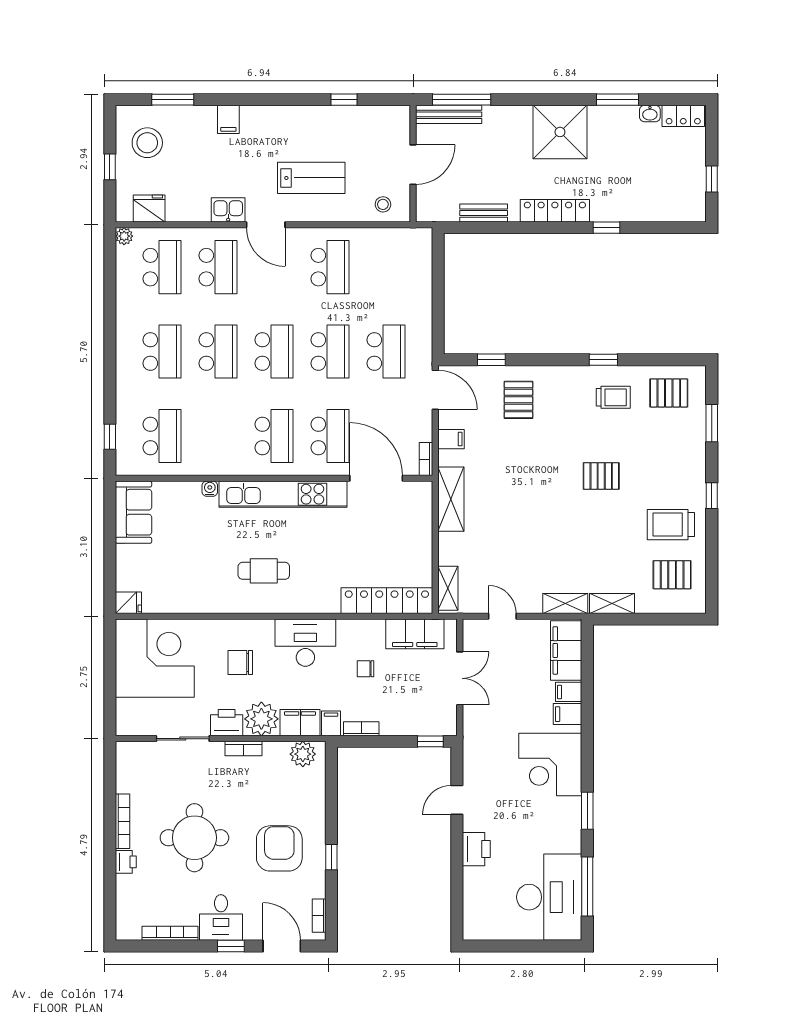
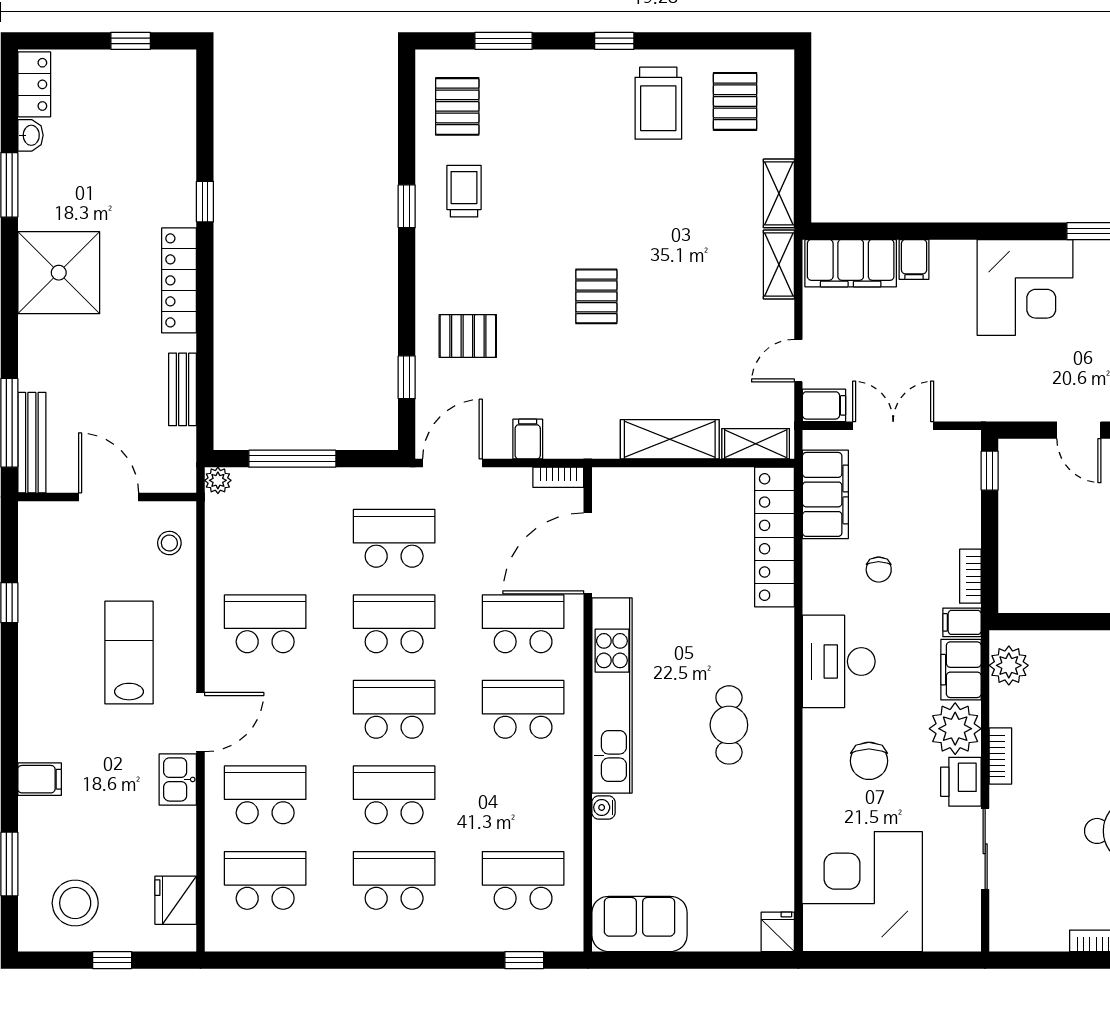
plant: (124, 236) -> (218, 480), moved
window: (438, 285) -> (292, 459), added
pallet: (601, 476) -> (596, 296), moved
shelving: (451, 499) -> (670, 439), moved
filing cabinet: (567, 714) -> (824, 405), moved, turned -90

